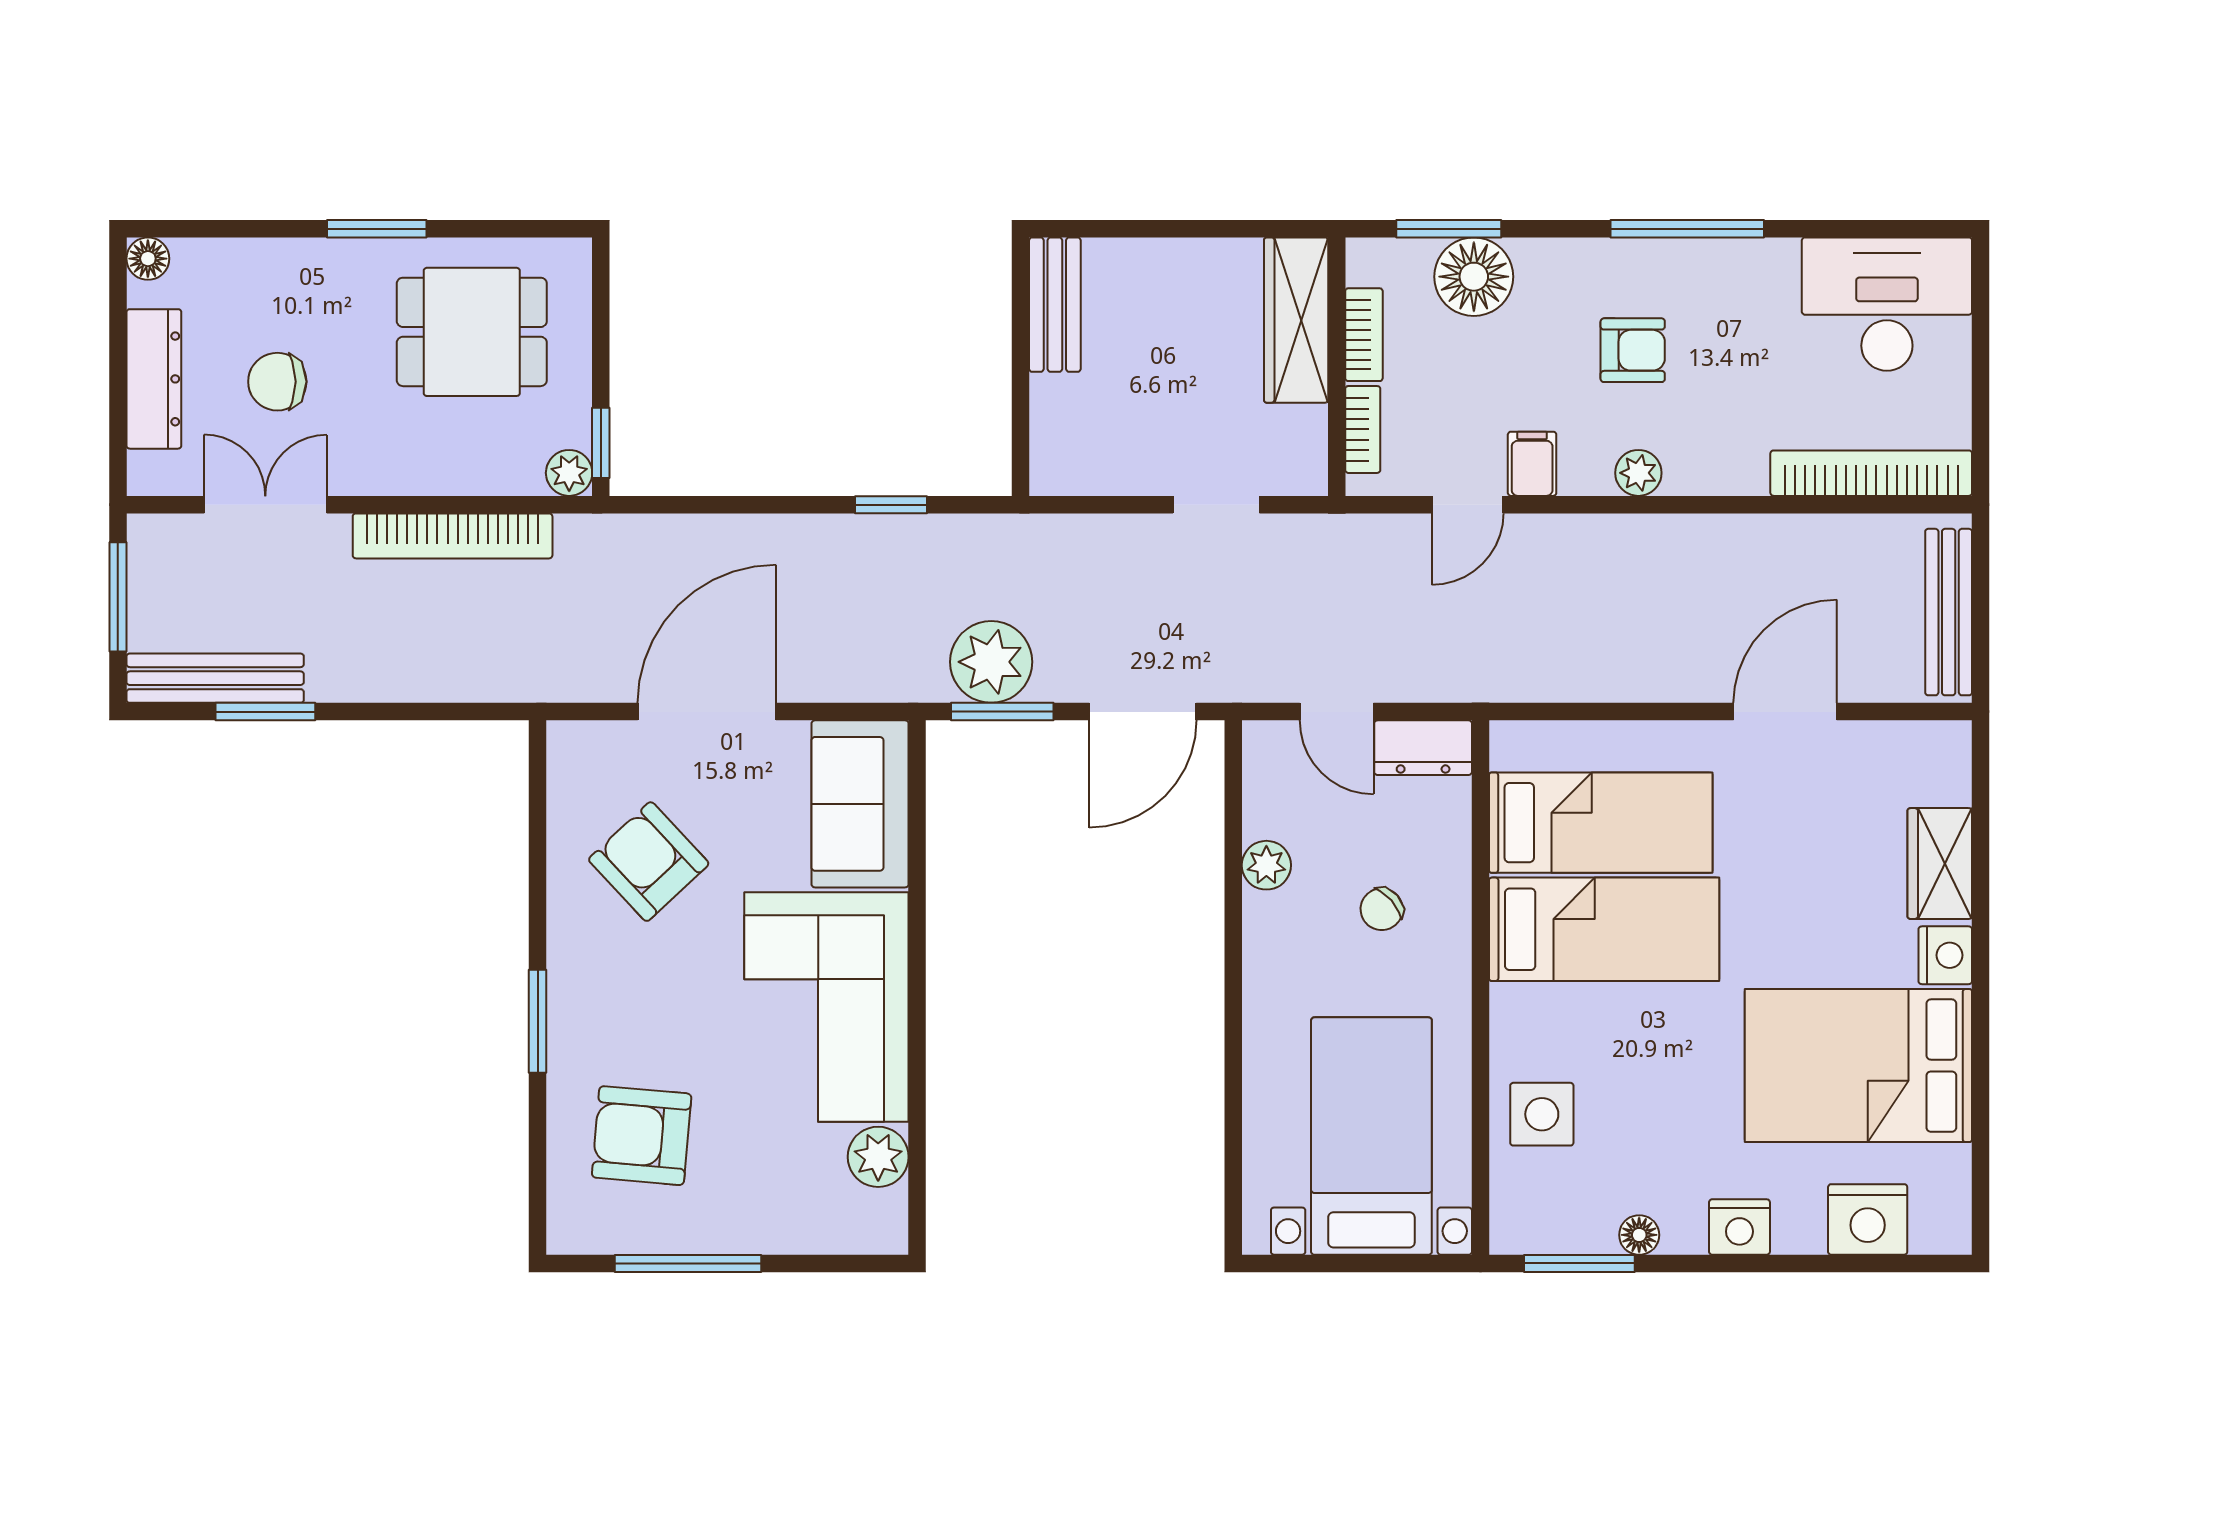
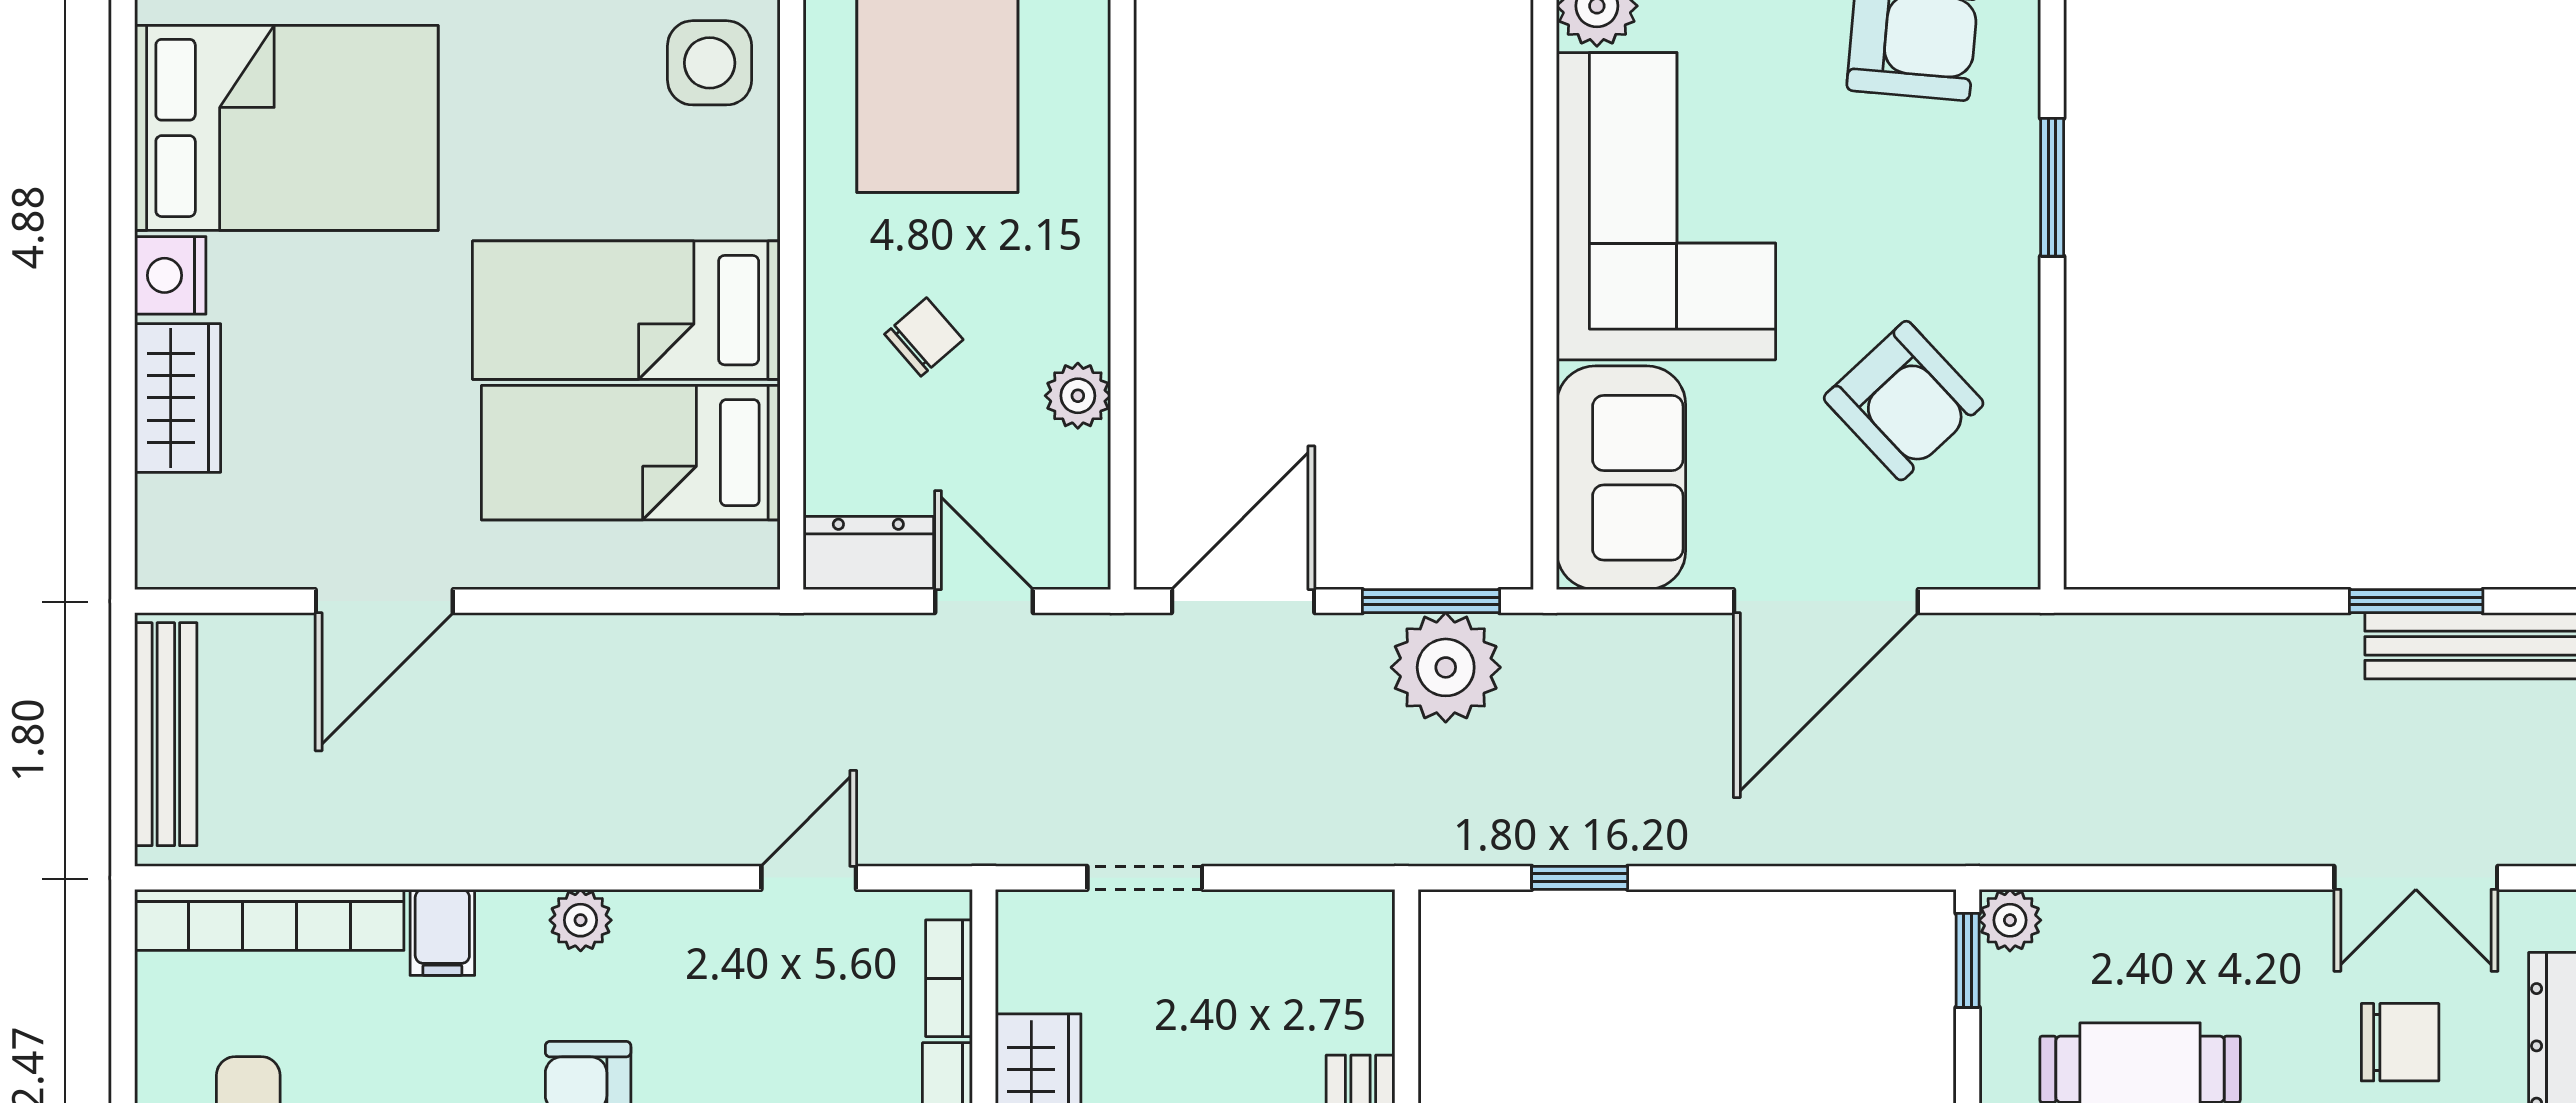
filing cabinet: (1532, 464) -> (442, 932), moved
bookcase: (453, 536) -> (2166, 836), removed

